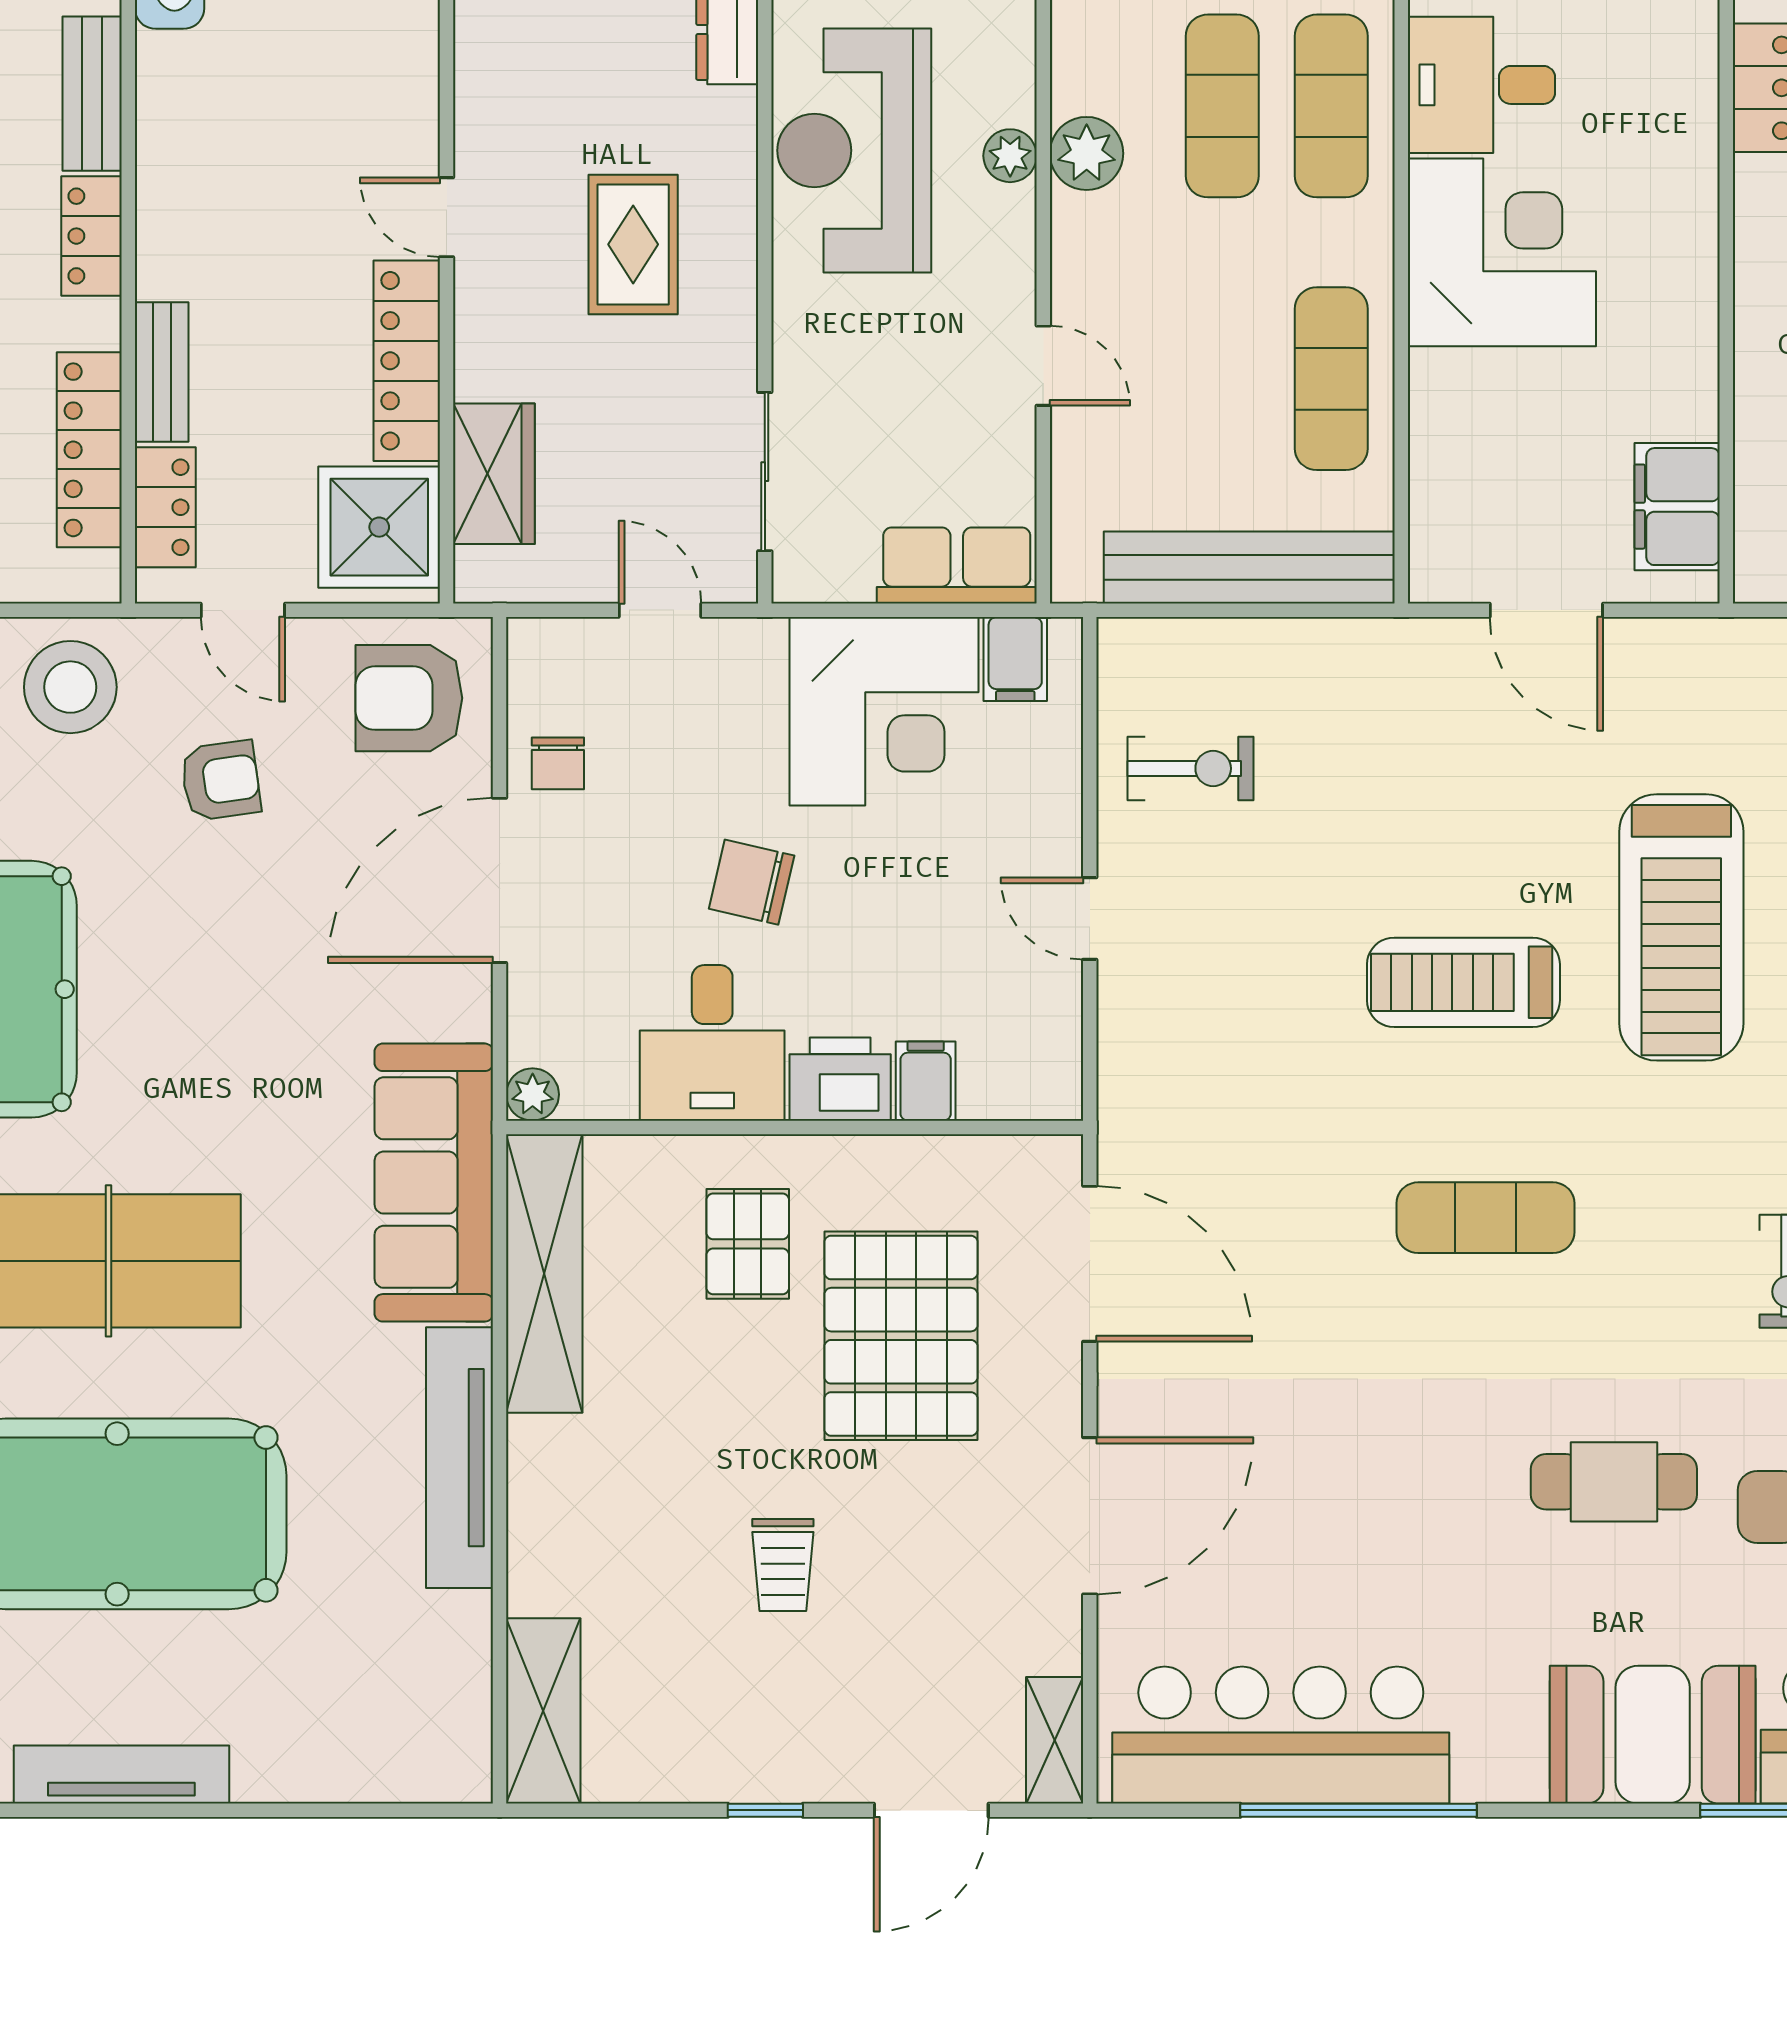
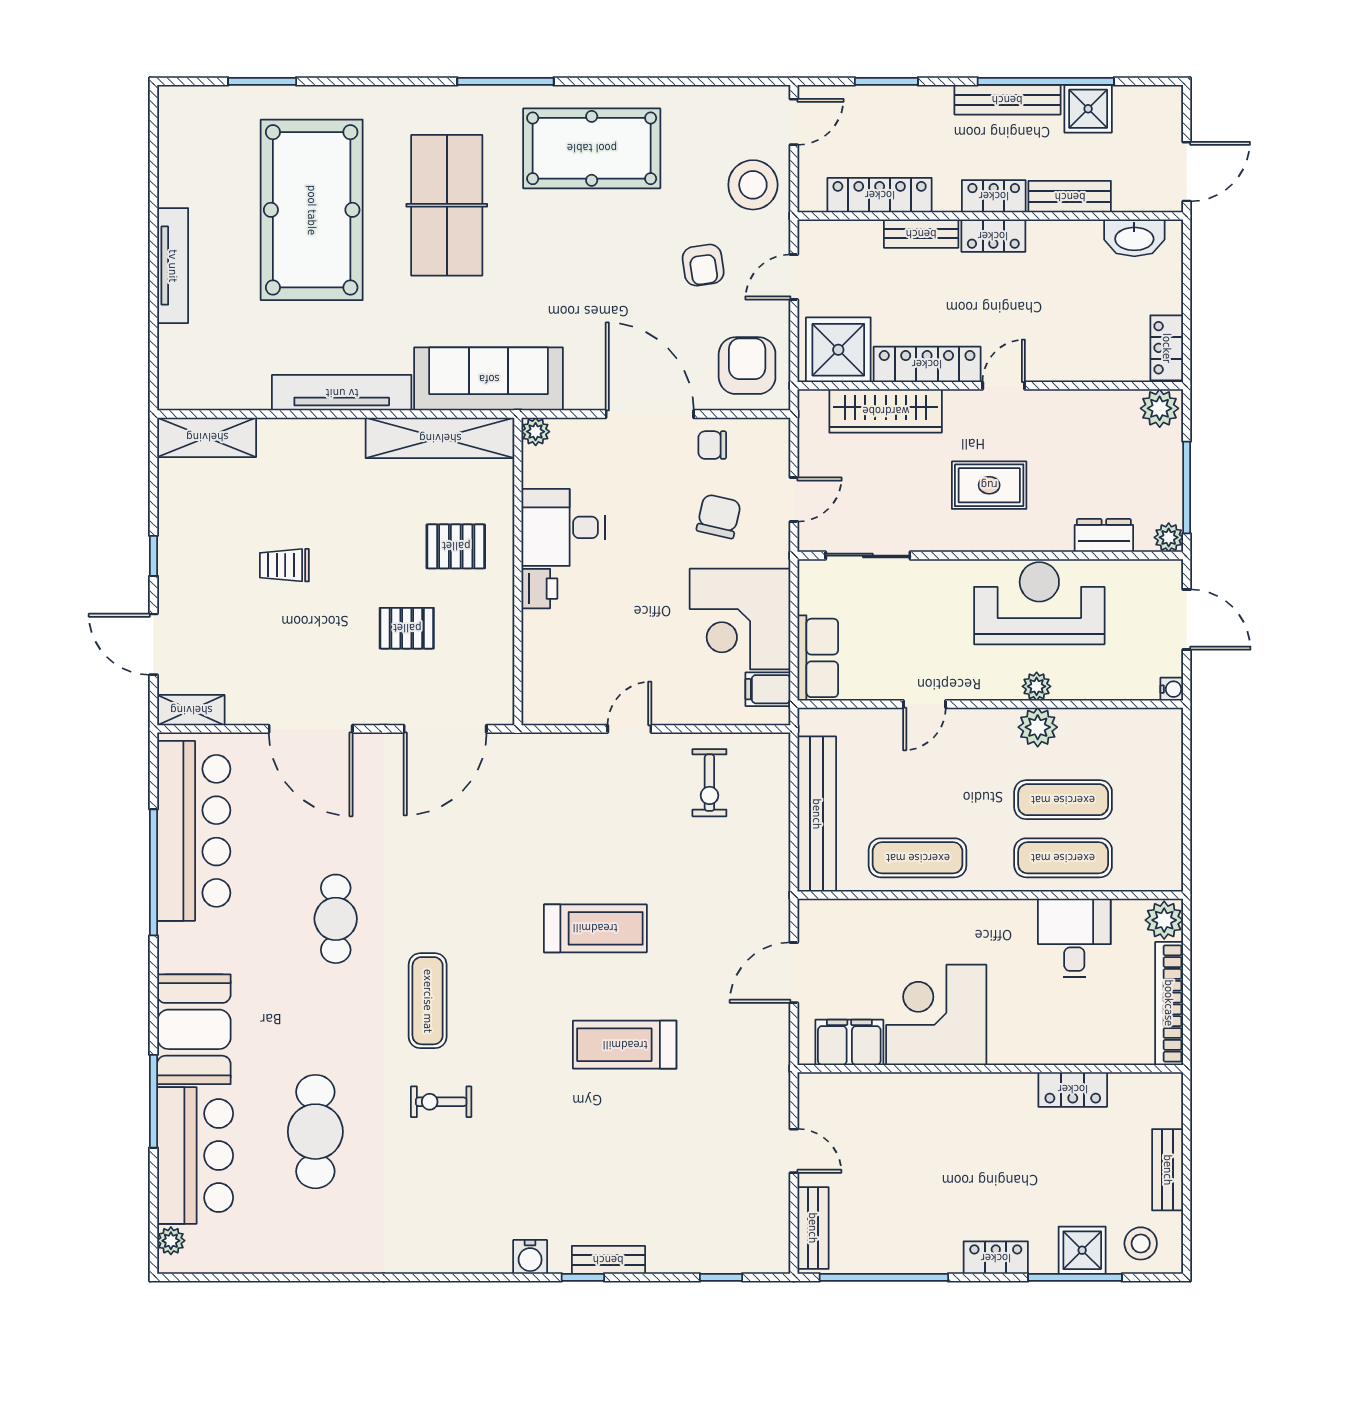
corner desk: (1502, 252) -> (936, 1015), moved, turned 180
wardrobe: (494, 474) -> (886, 411), width x1.50
locker: (165, 507) -> (993, 236), moved
chair: (752, 882) -> (719, 516), moved
treadmill: (1681, 927) -> (625, 1045), width x0.73, depth x0.73
treadmill: (1463, 982) -> (595, 928), turned 90
printer: (840, 1079) -> (539, 589), width x0.73, depth x0.81
filing cabinet: (926, 1081) -> (543, 641), removed
exercise mat: (1485, 1218) -> (428, 1001), moved
pallet: (901, 1336) -> (407, 628), width x0.49, depth x0.50
cafe table: (1614, 1482) -> (336, 919), moved
tv unit: (121, 1774) -> (173, 266), moved

